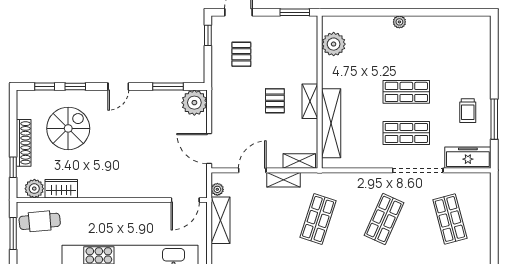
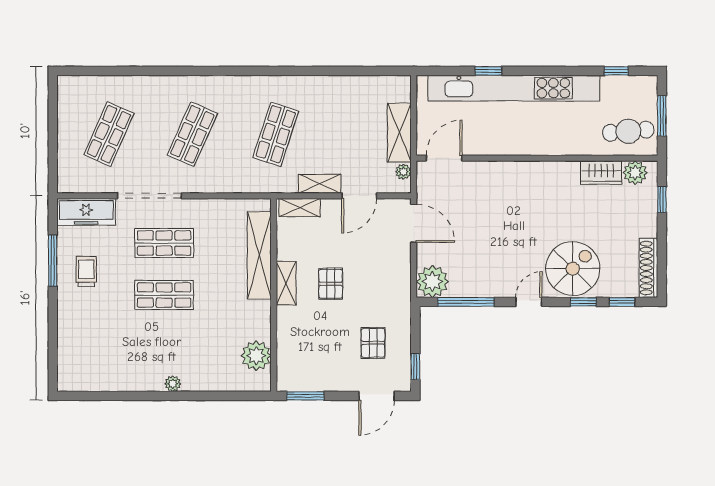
window: (168, 87) -> (466, 302), width x1.44
spiral stairs: (68, 128) -> (573, 269), moved, turned 180
shoe rack: (24, 143) -> (648, 268), moved
shop shelf: (450, 219) -> (109, 134), turned 39

